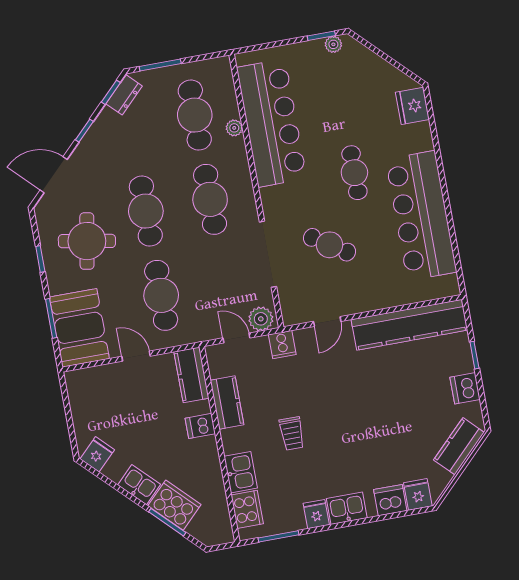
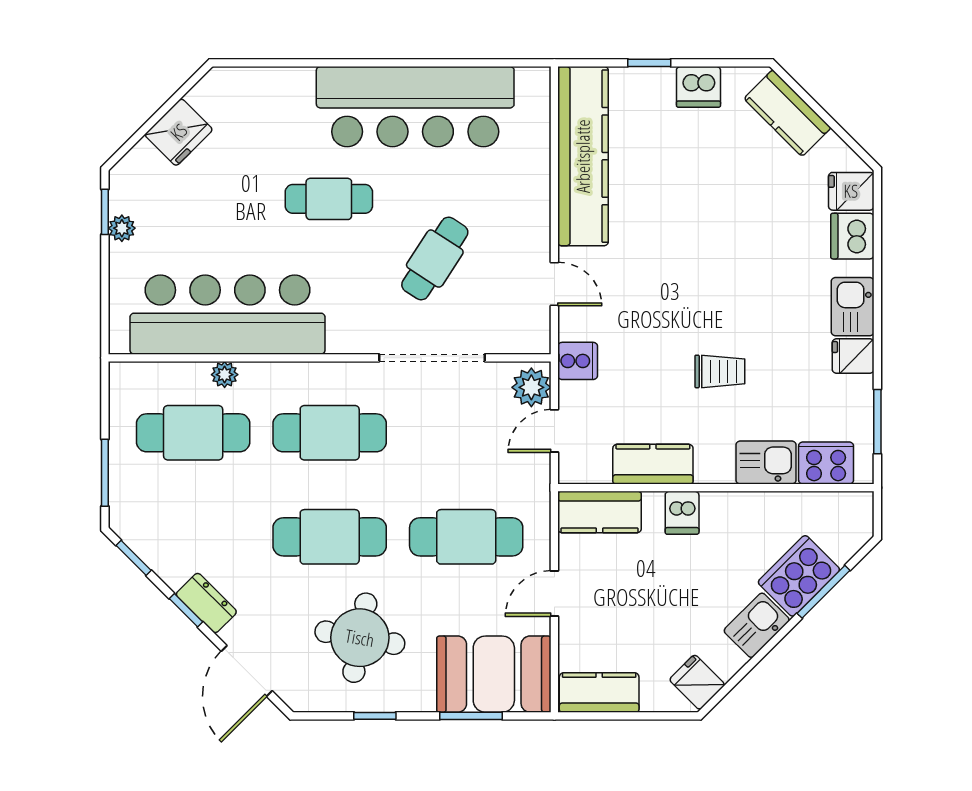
plant: (333, 44) -> (122, 228), moved
dresser: (124, 95) -> (206, 603), moved
fridge: (412, 106) -> (179, 132), moved, turned -45
kitchen counter: (80, 395) -> (599, 693), added

